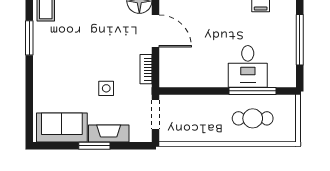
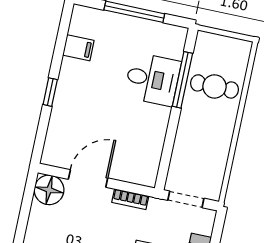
cafe table: (253, 118) -> (215, 86), turned 90

